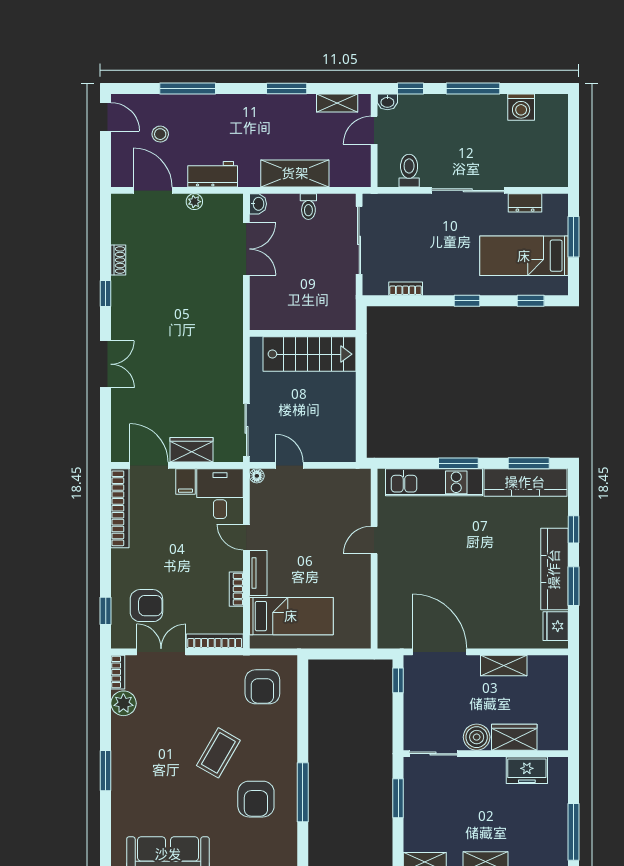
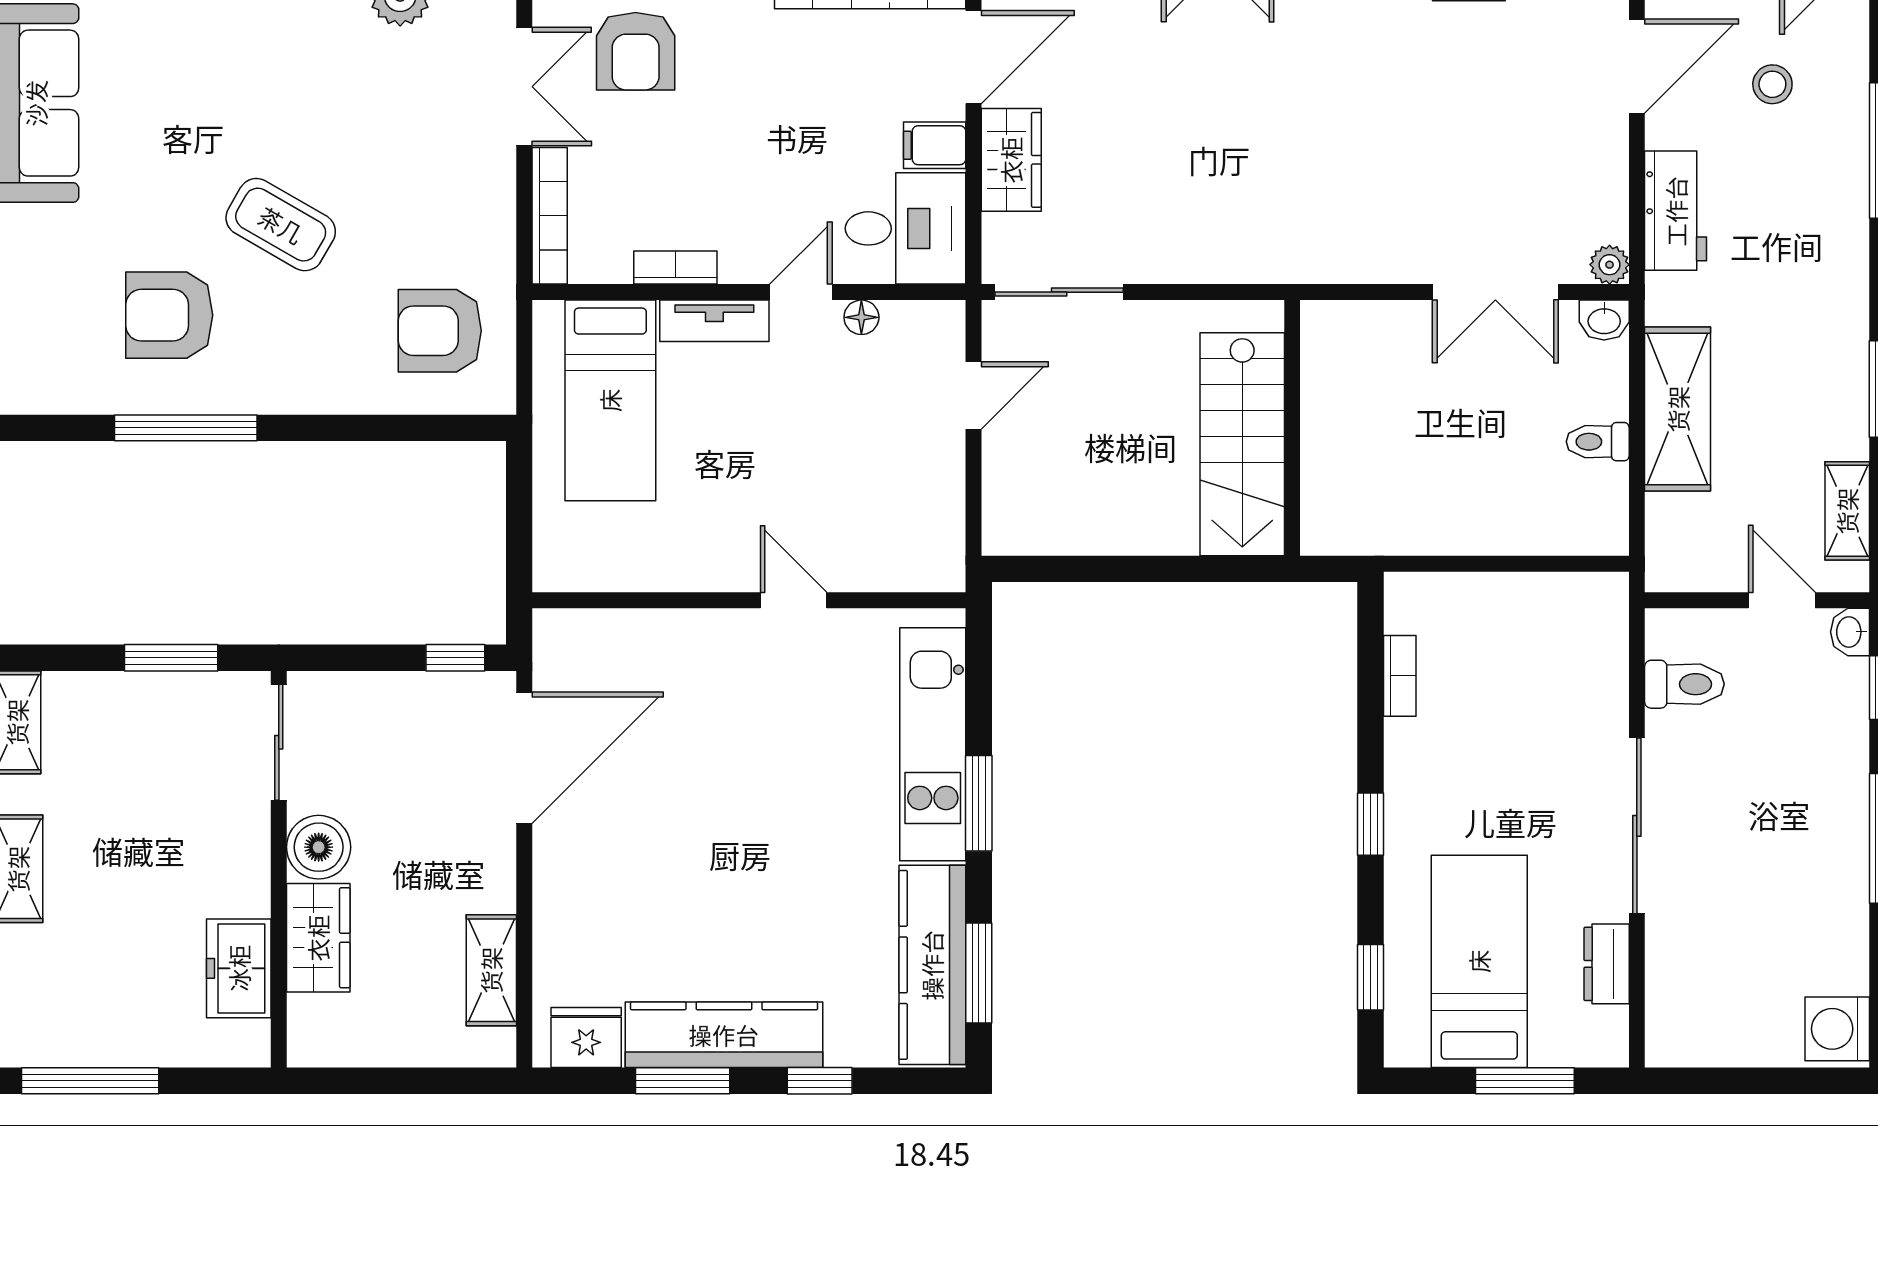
washing machine: (521, 107) -> (1837, 1029), moved
plant: (194, 202) -> (1610, 265), moved
sliding door: (359, 240) -> (1516, 564), removed
floor lamp: (257, 476) -> (861, 317), moved
shelving: (504, 665) -> (491, 970), moved

